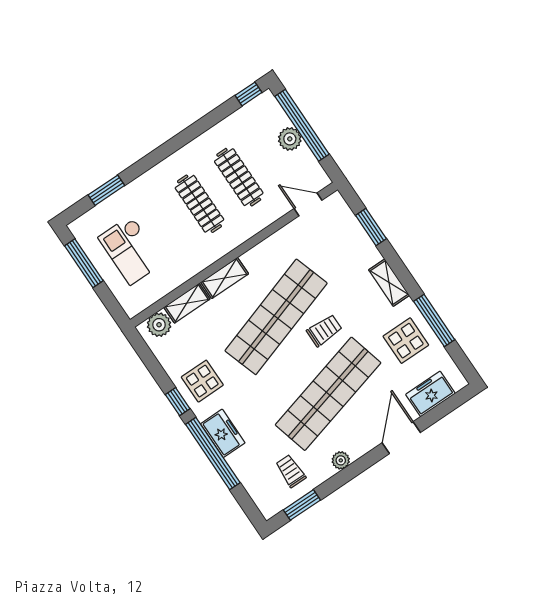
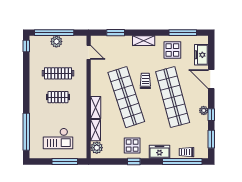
window: (106, 190) -> (26, 132), width x2.11
clothes rail: (199, 204) -> (58, 97), width x0.73
door: (308, 204) -> (89, 52), swing flipped
window: (84, 263) -> (65, 161), moved
window: (434, 320) -> (183, 33), moved
window: (213, 454) -> (182, 161), moved
trolley: (291, 471) -> (186, 152), moved
window: (343, 477) -> (211, 115), added

